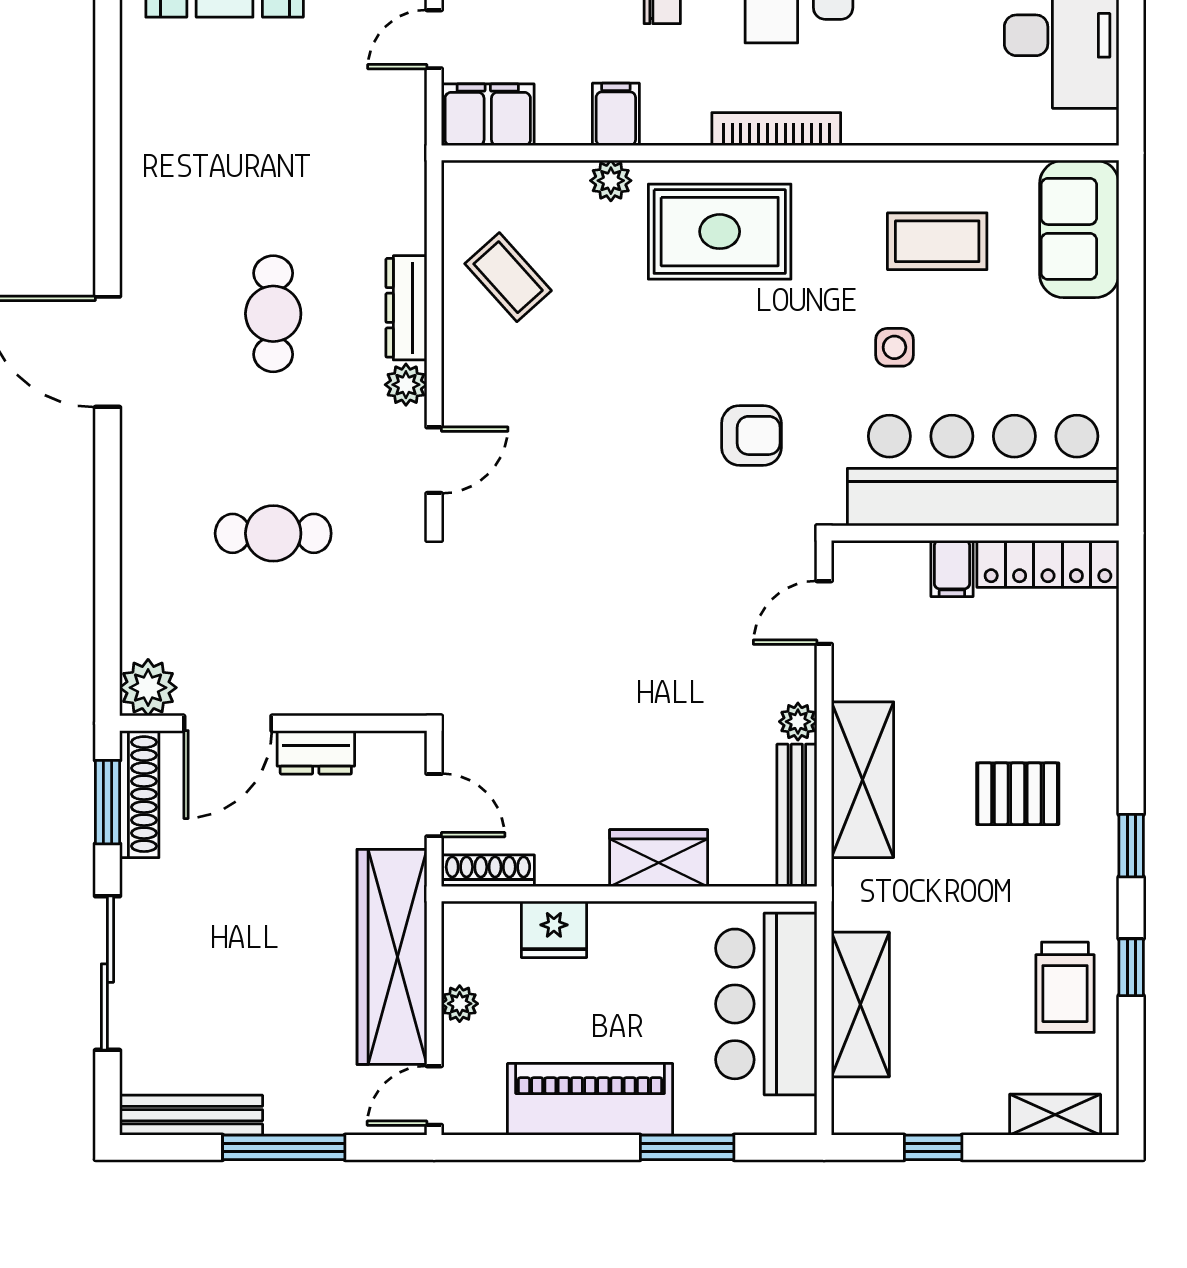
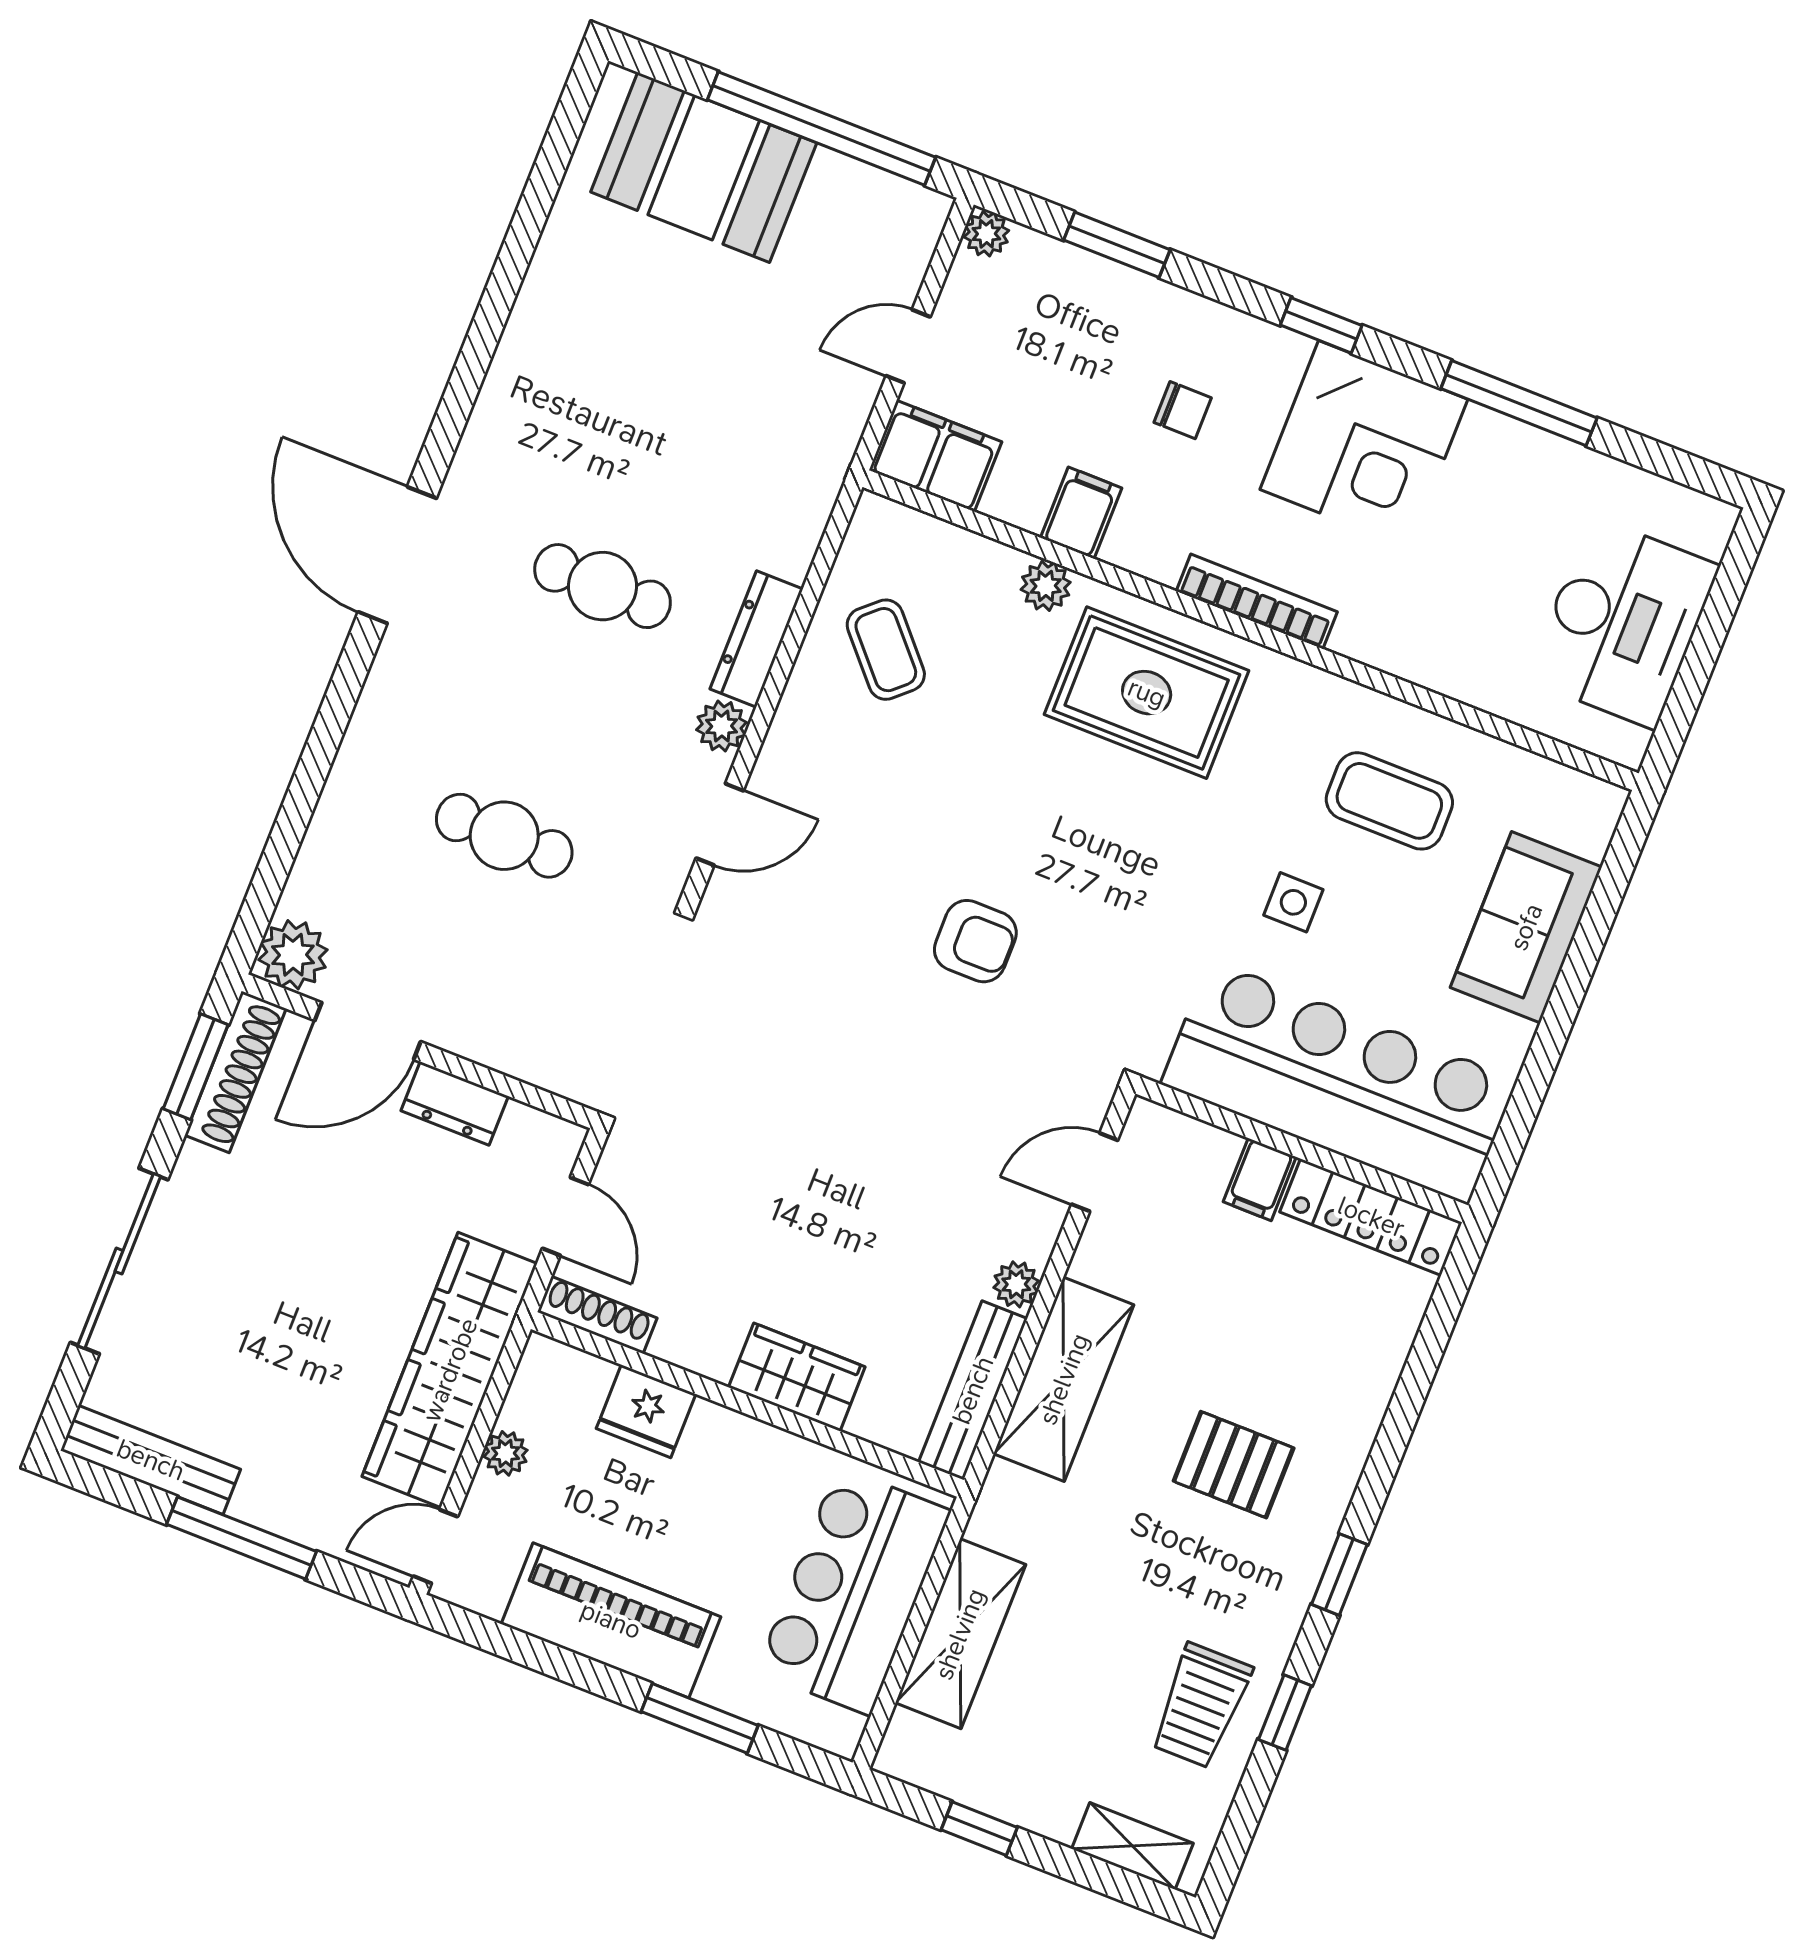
sofa: (1079, 229) -> (1526, 927), moved
cafe table: (273, 314) -> (603, 586), turned 90
armchair: (751, 435) -> (975, 941), moved

